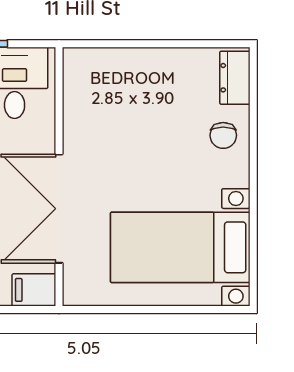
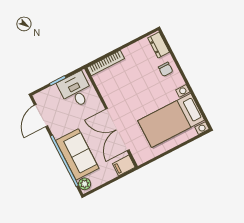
bookcase: (106, 58) -> (106, 63), added

